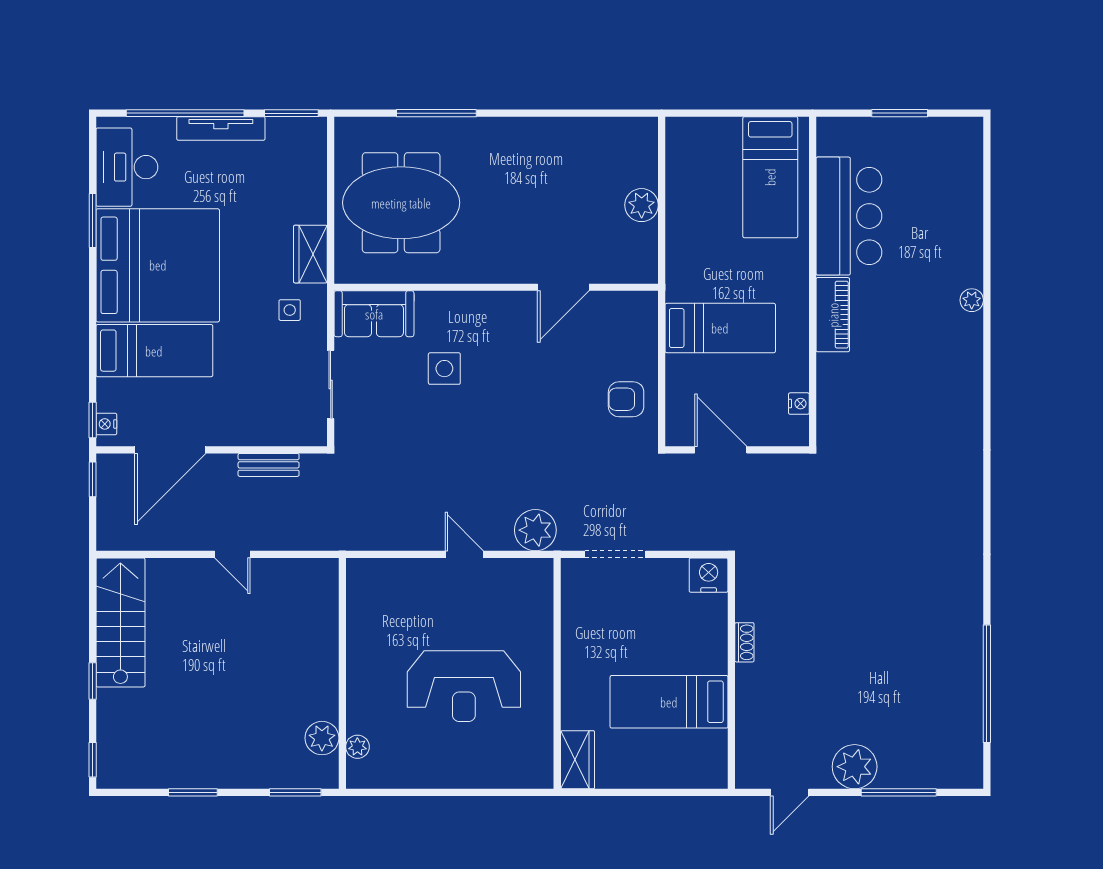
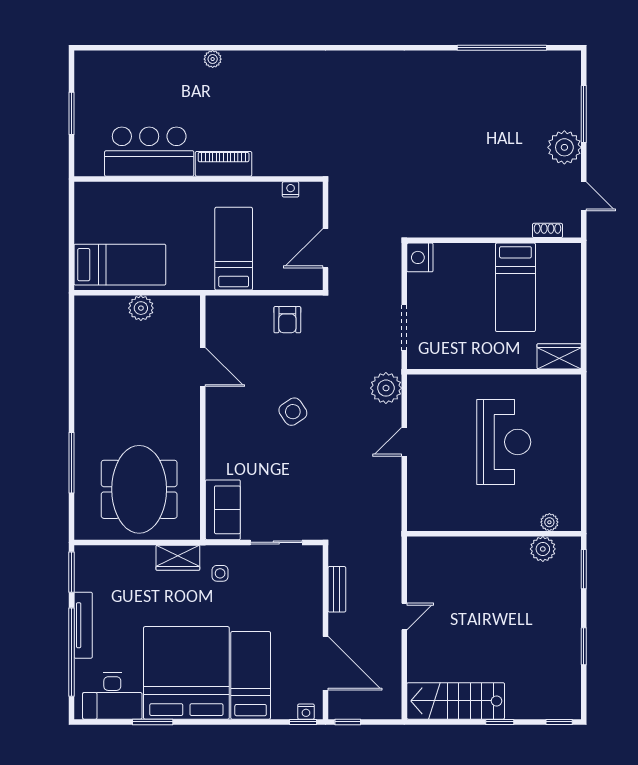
bed: (770, 177) -> (120, 265), moved
side table: (444, 369) -> (293, 412), moved, turned -34
shoe rack: (744, 642) -> (547, 230), moved

